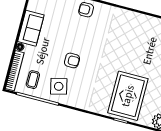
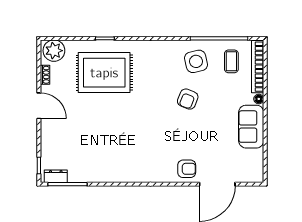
armchair: (72, 60) -> (188, 99), turned -68
rug: (128, 96) -> (104, 73), turned 90

